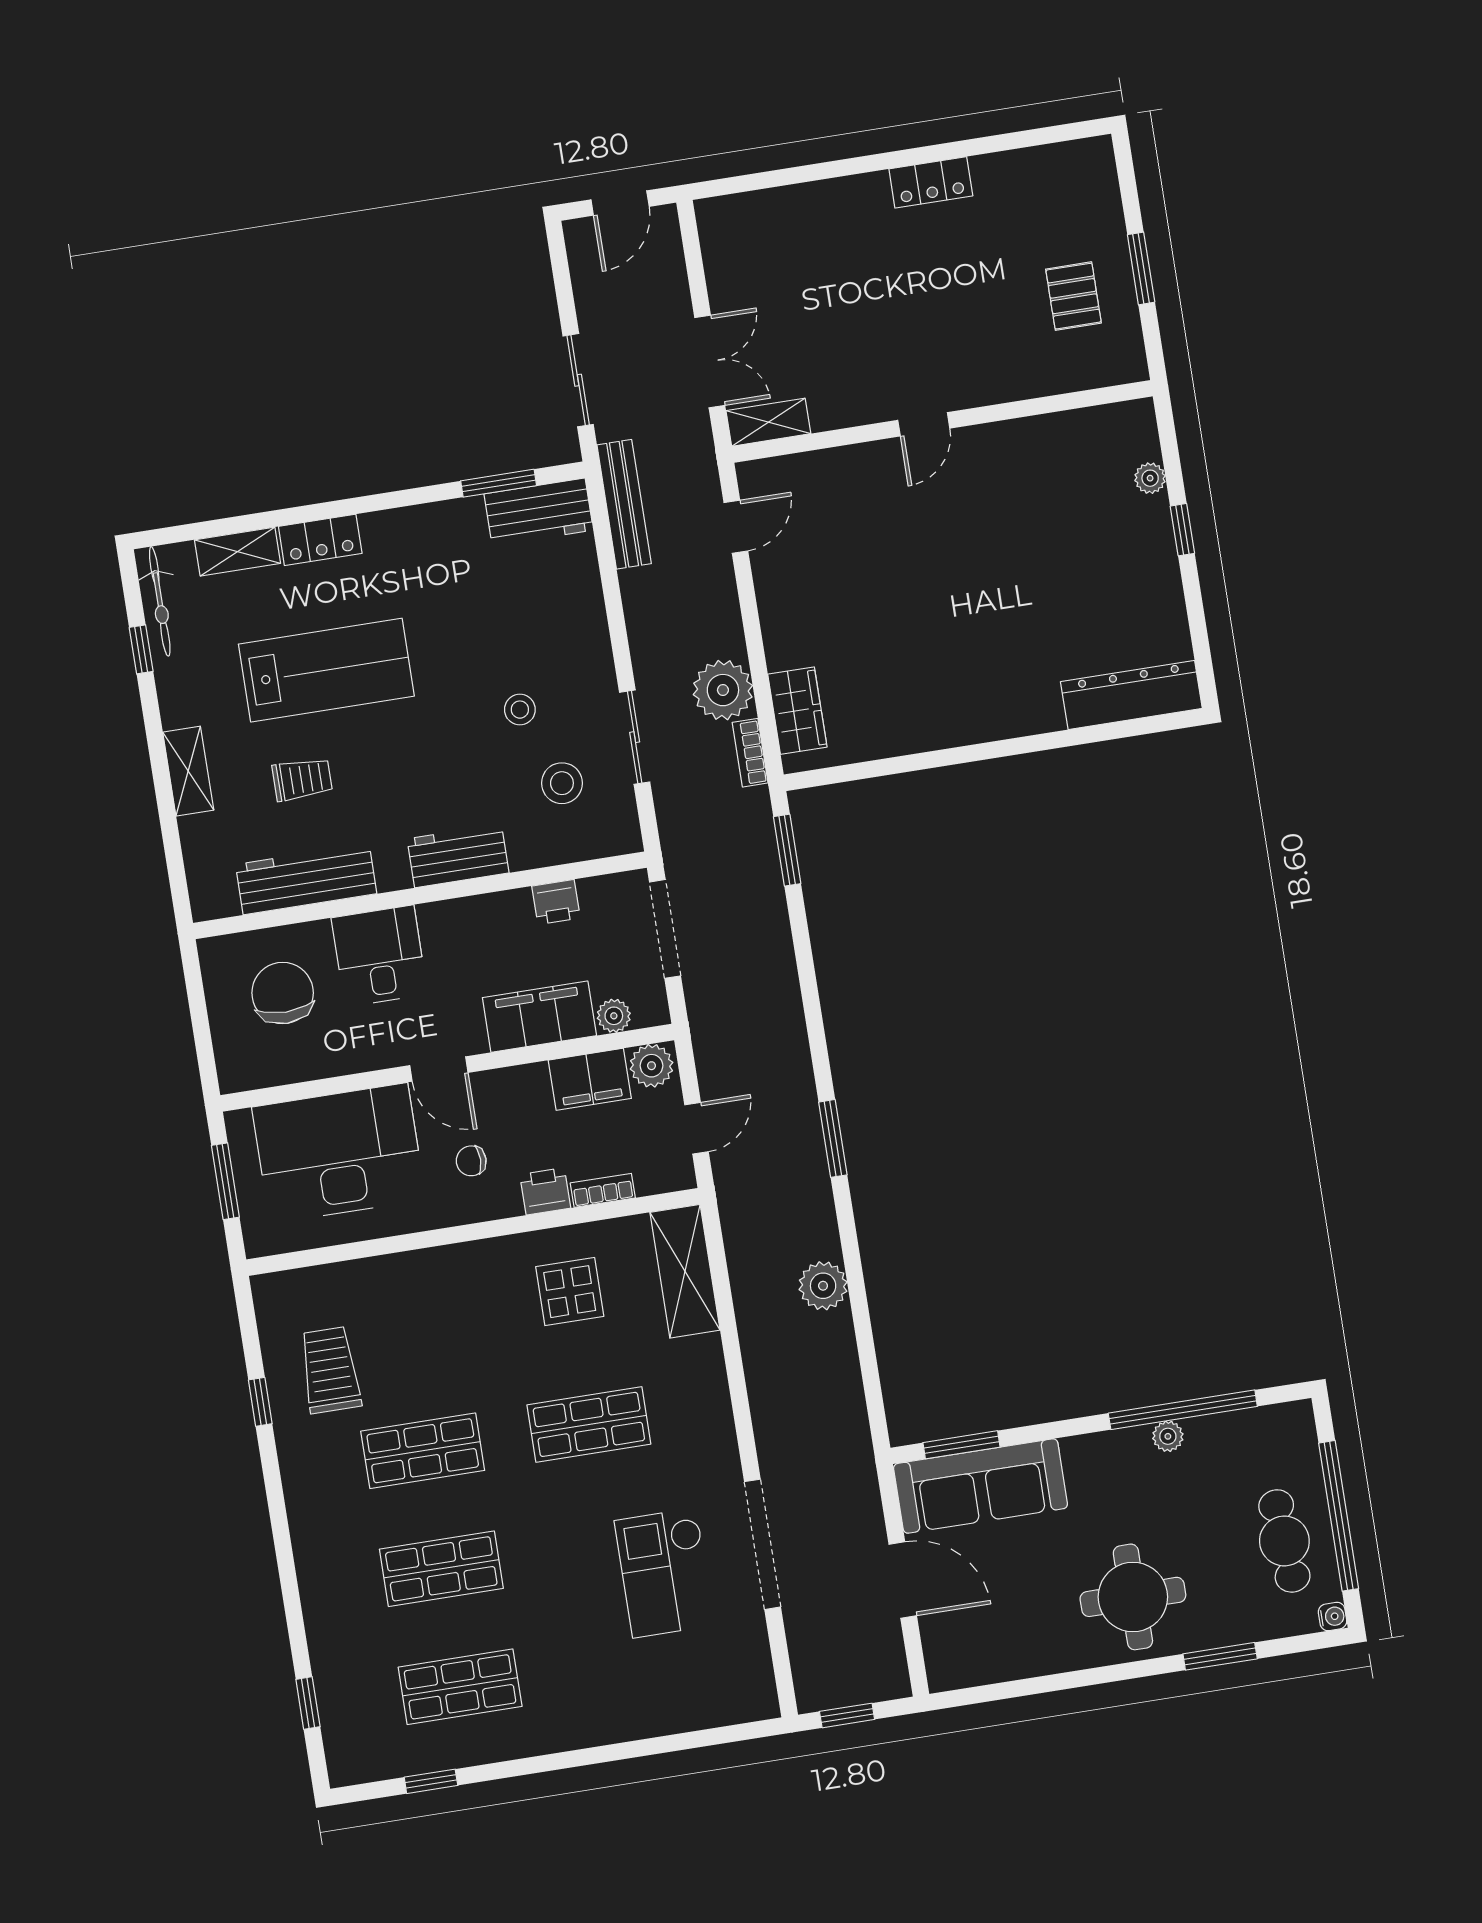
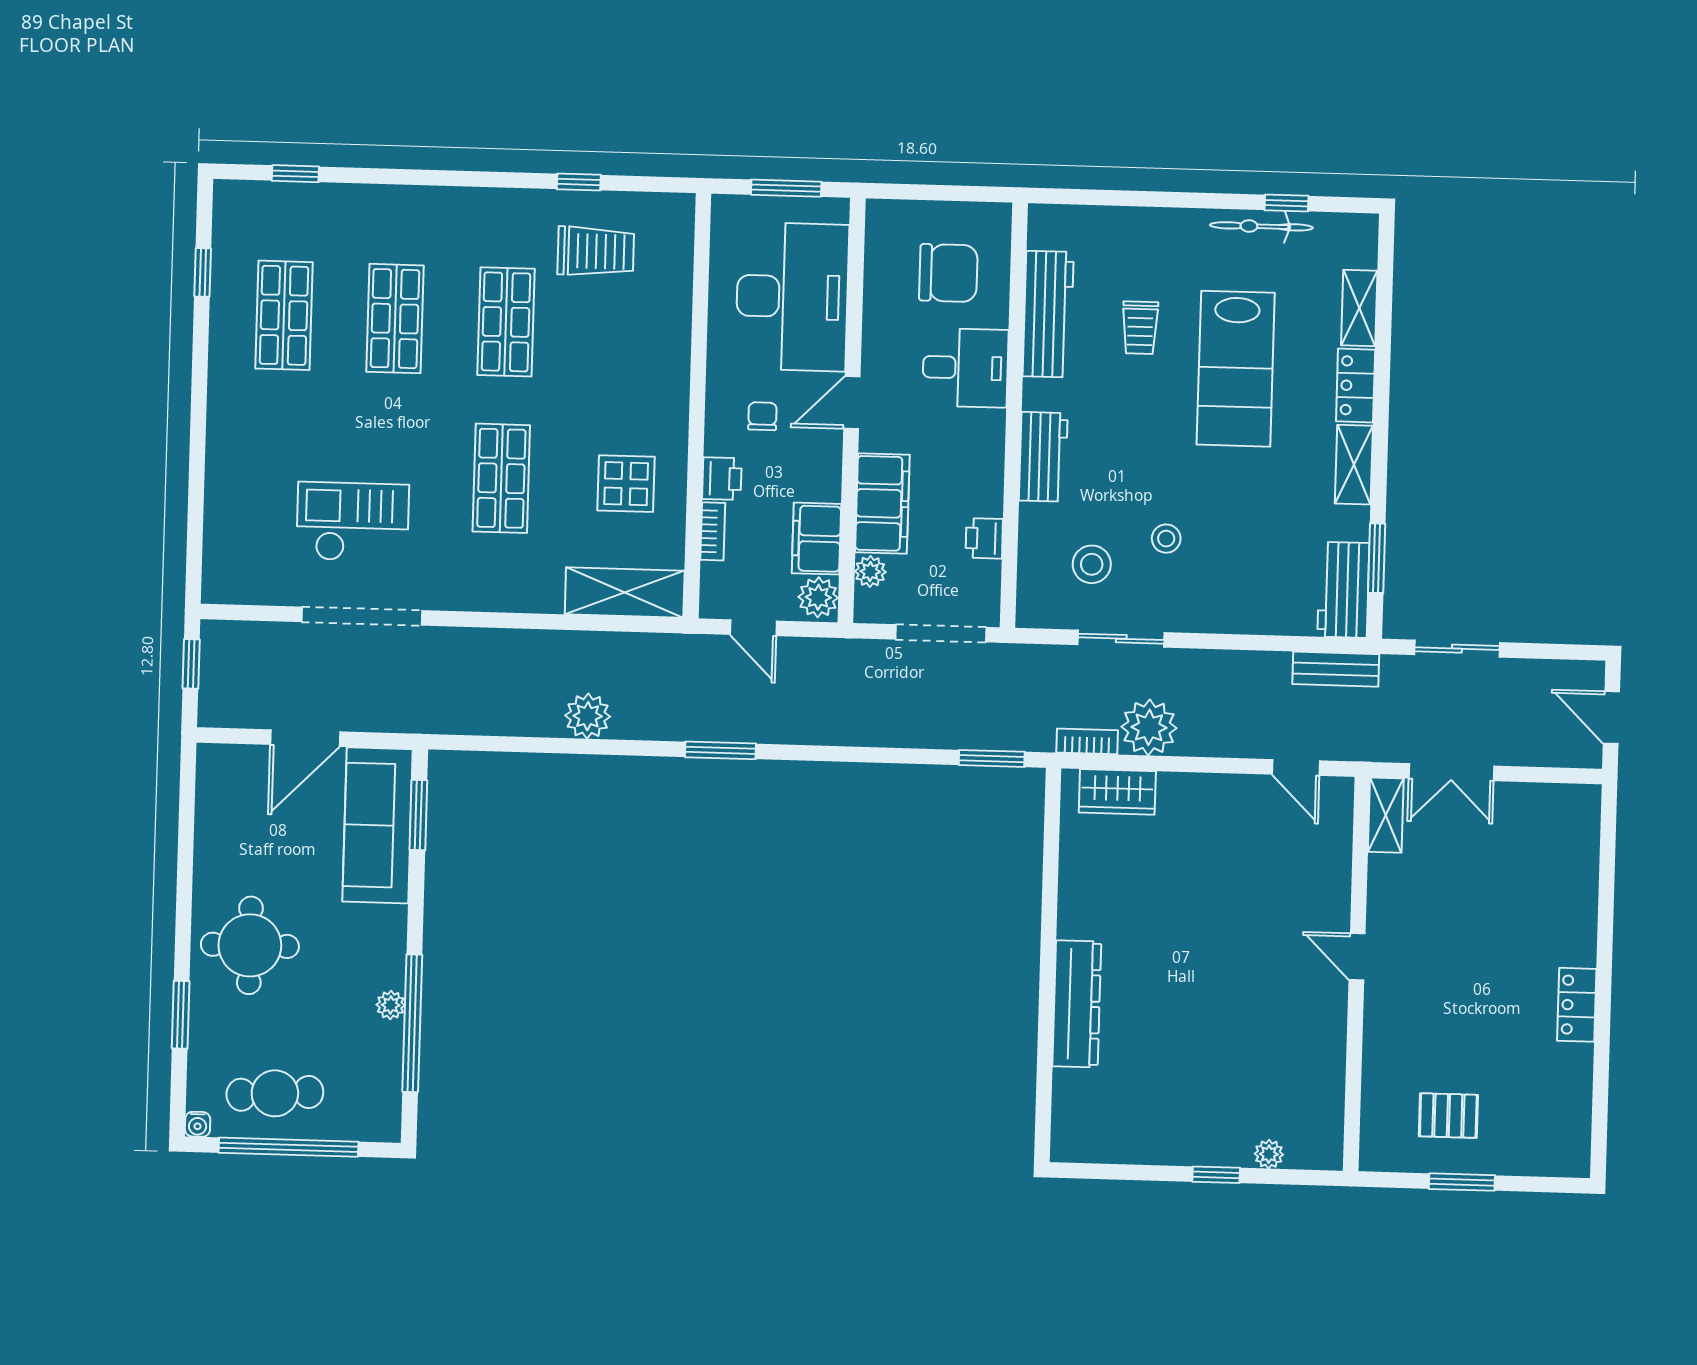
bench: (624, 504) -> (1336, 669), width x0.73
bicycle: (160, 601) -> (1261, 226), moved
dresser: (1131, 695) -> (1077, 1004), moved
shelving: (188, 771) -> (1354, 465), moved, turned 90

